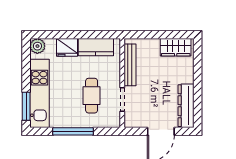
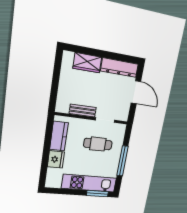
plant: (37, 46) -> (52, 182), removed
wardrobe: (176, 47) -> (87, 63), moved, turned 90
bench: (130, 65) -> (83, 111), width x0.73

